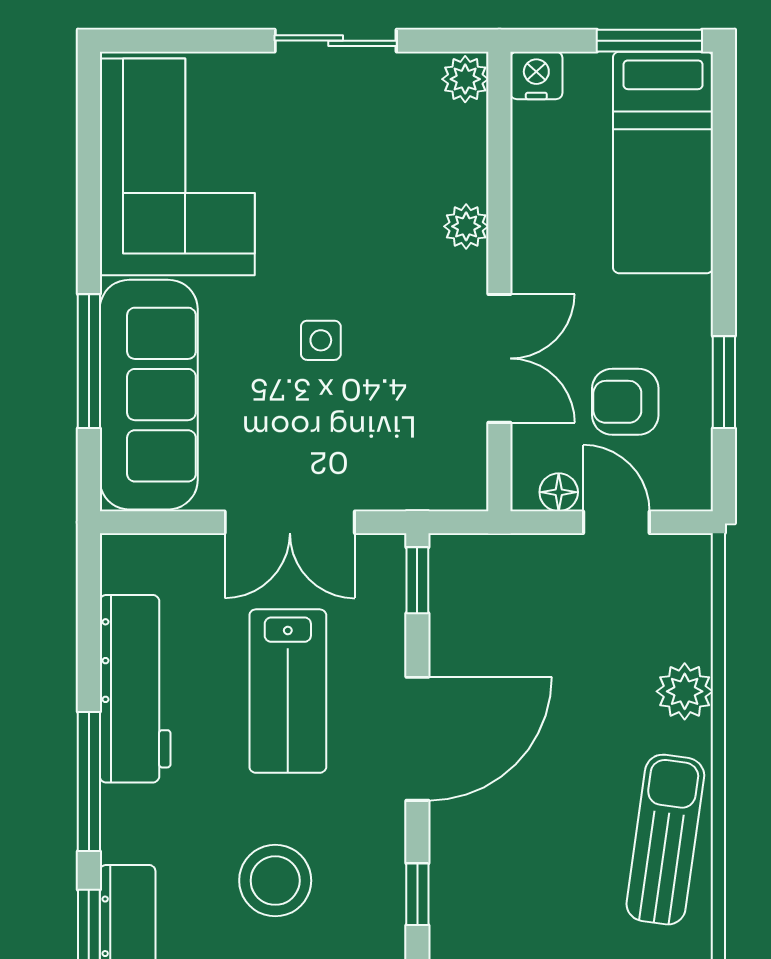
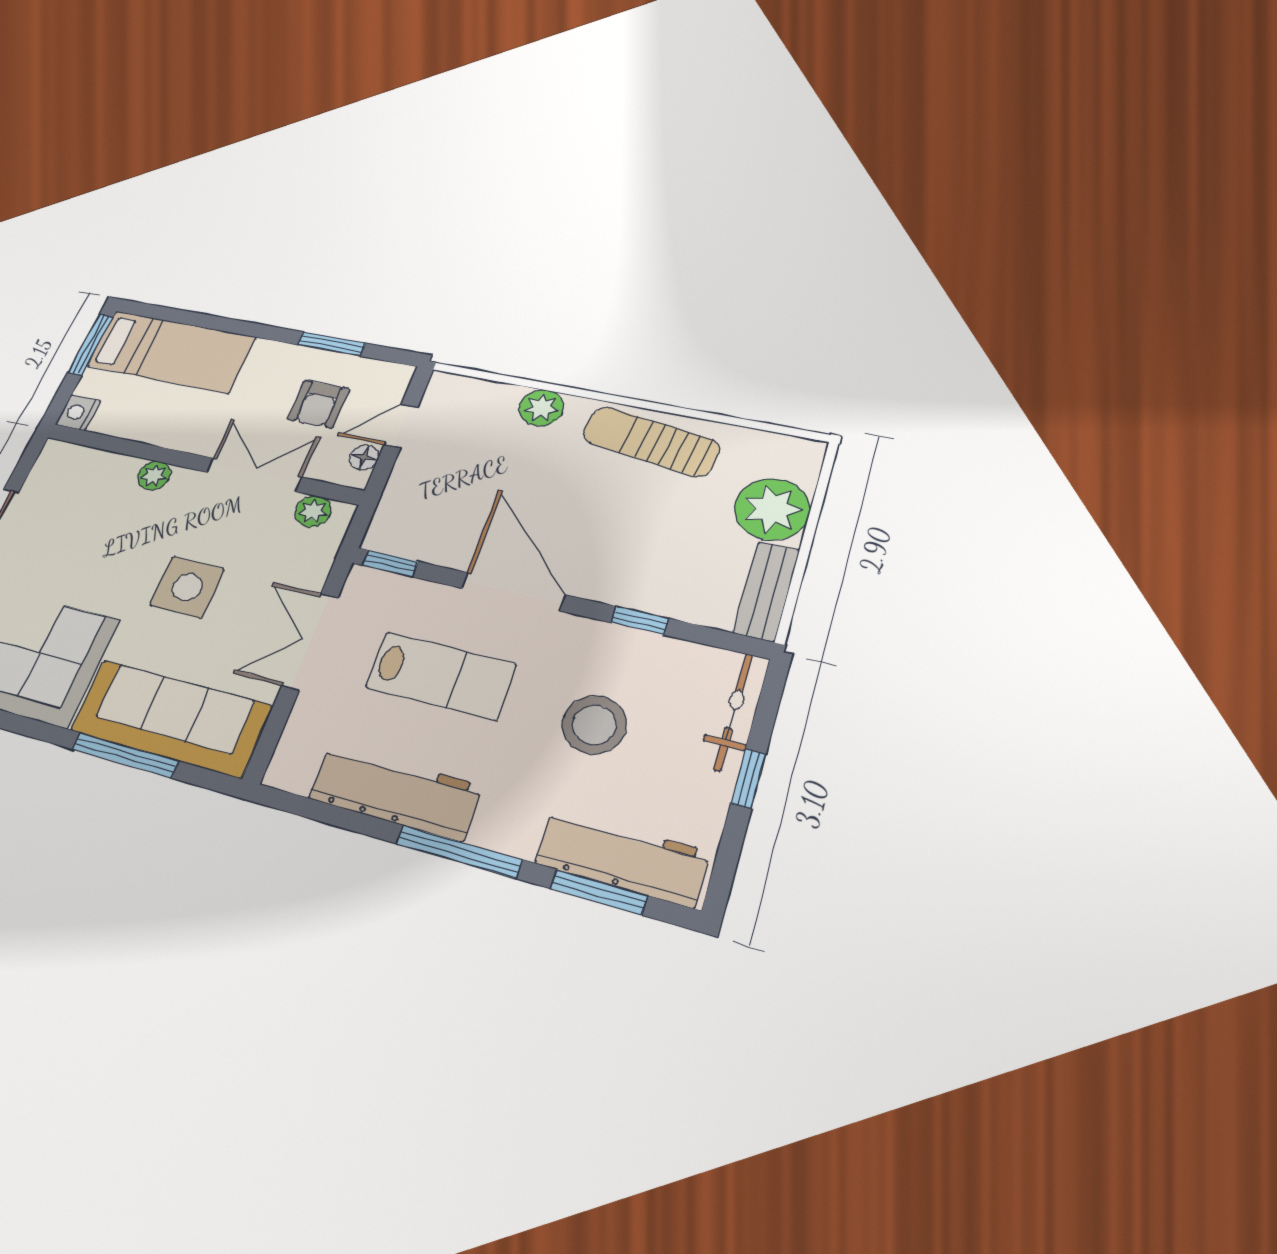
plant: (465, 79) -> (313, 511), moved
side table: (321, 340) -> (187, 587), width x1.87, depth x1.87
double door: (290, 522) -> (310, 641), swing flipped

